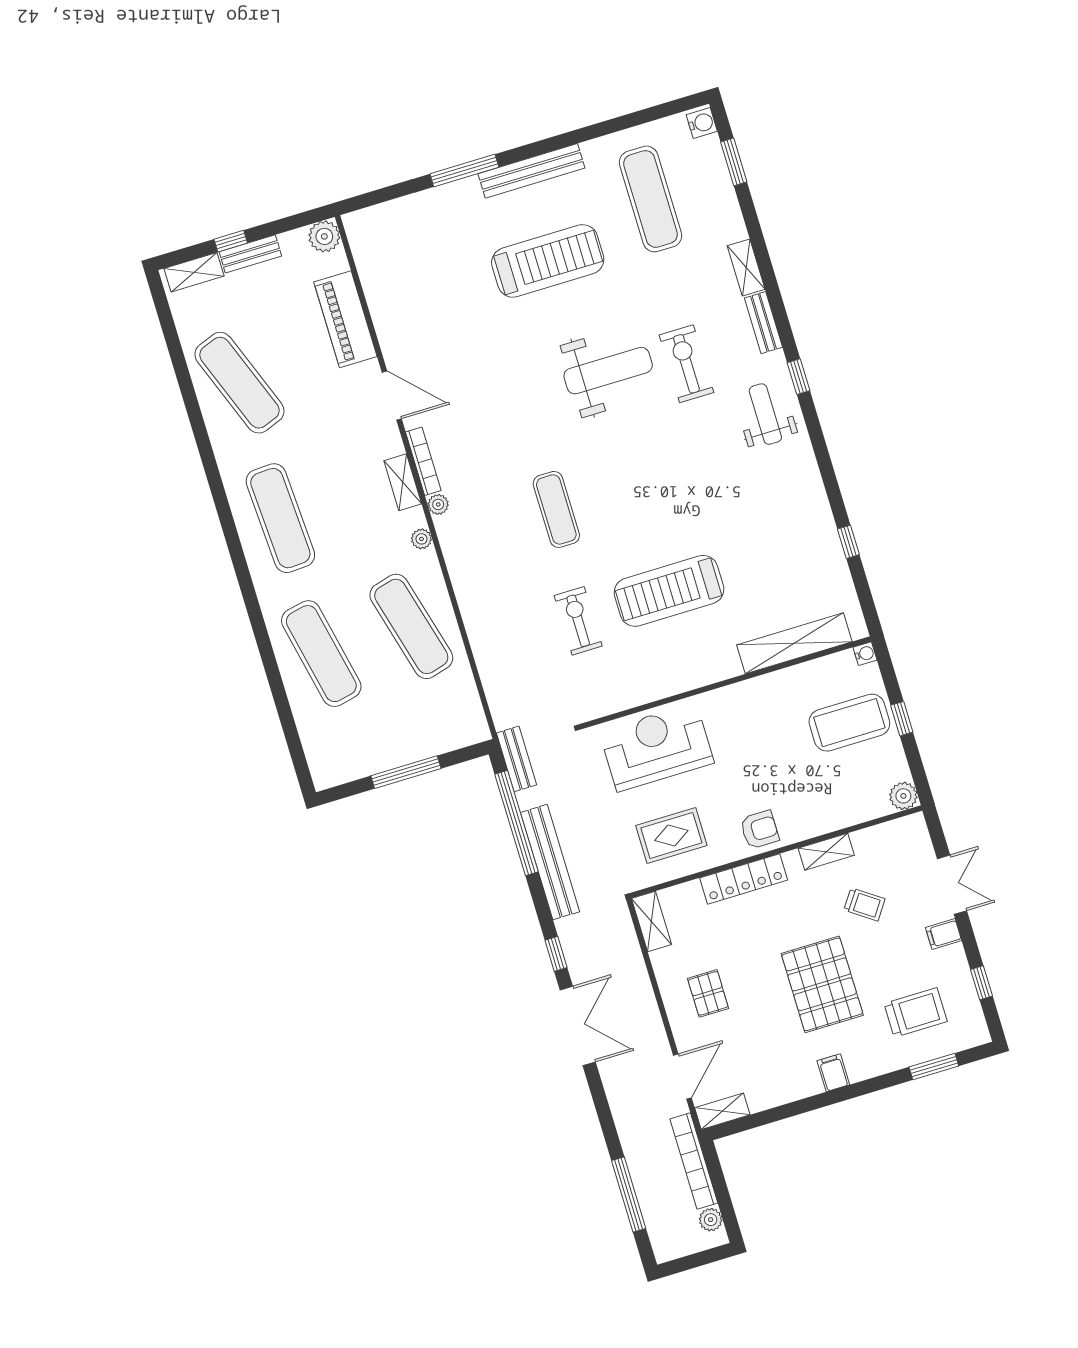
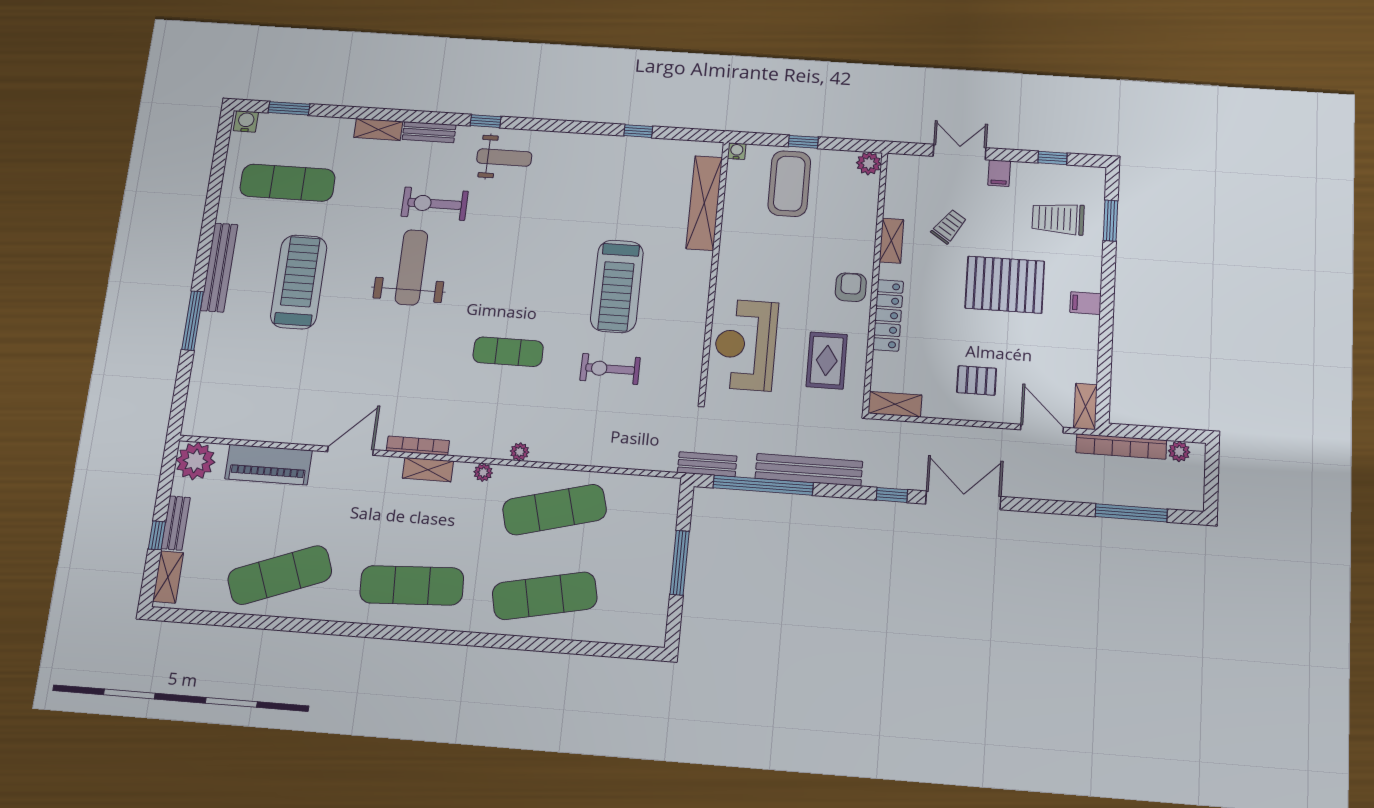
plant: (324, 236) -> (195, 461), width x1.36, depth x1.36
weight bench: (765, 414) -> (504, 157), turned 180
plant: (438, 504) -> (520, 452), moved
trolley: (916, 1012) -> (1058, 219), turned -90

